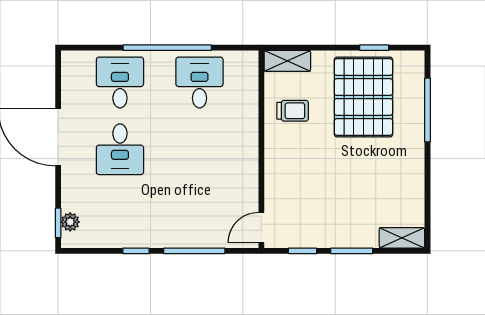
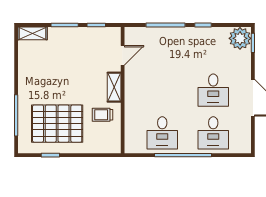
shelving: (287, 61) -> (114, 87), moved, turned 90
pallet: (363, 97) -> (57, 124), turned 90
desk: (120, 149) -> (213, 90), turned 180
plant: (70, 222) -> (240, 38), width x1.87, depth x1.87
door: (261, 228) -> (123, 55), moved

